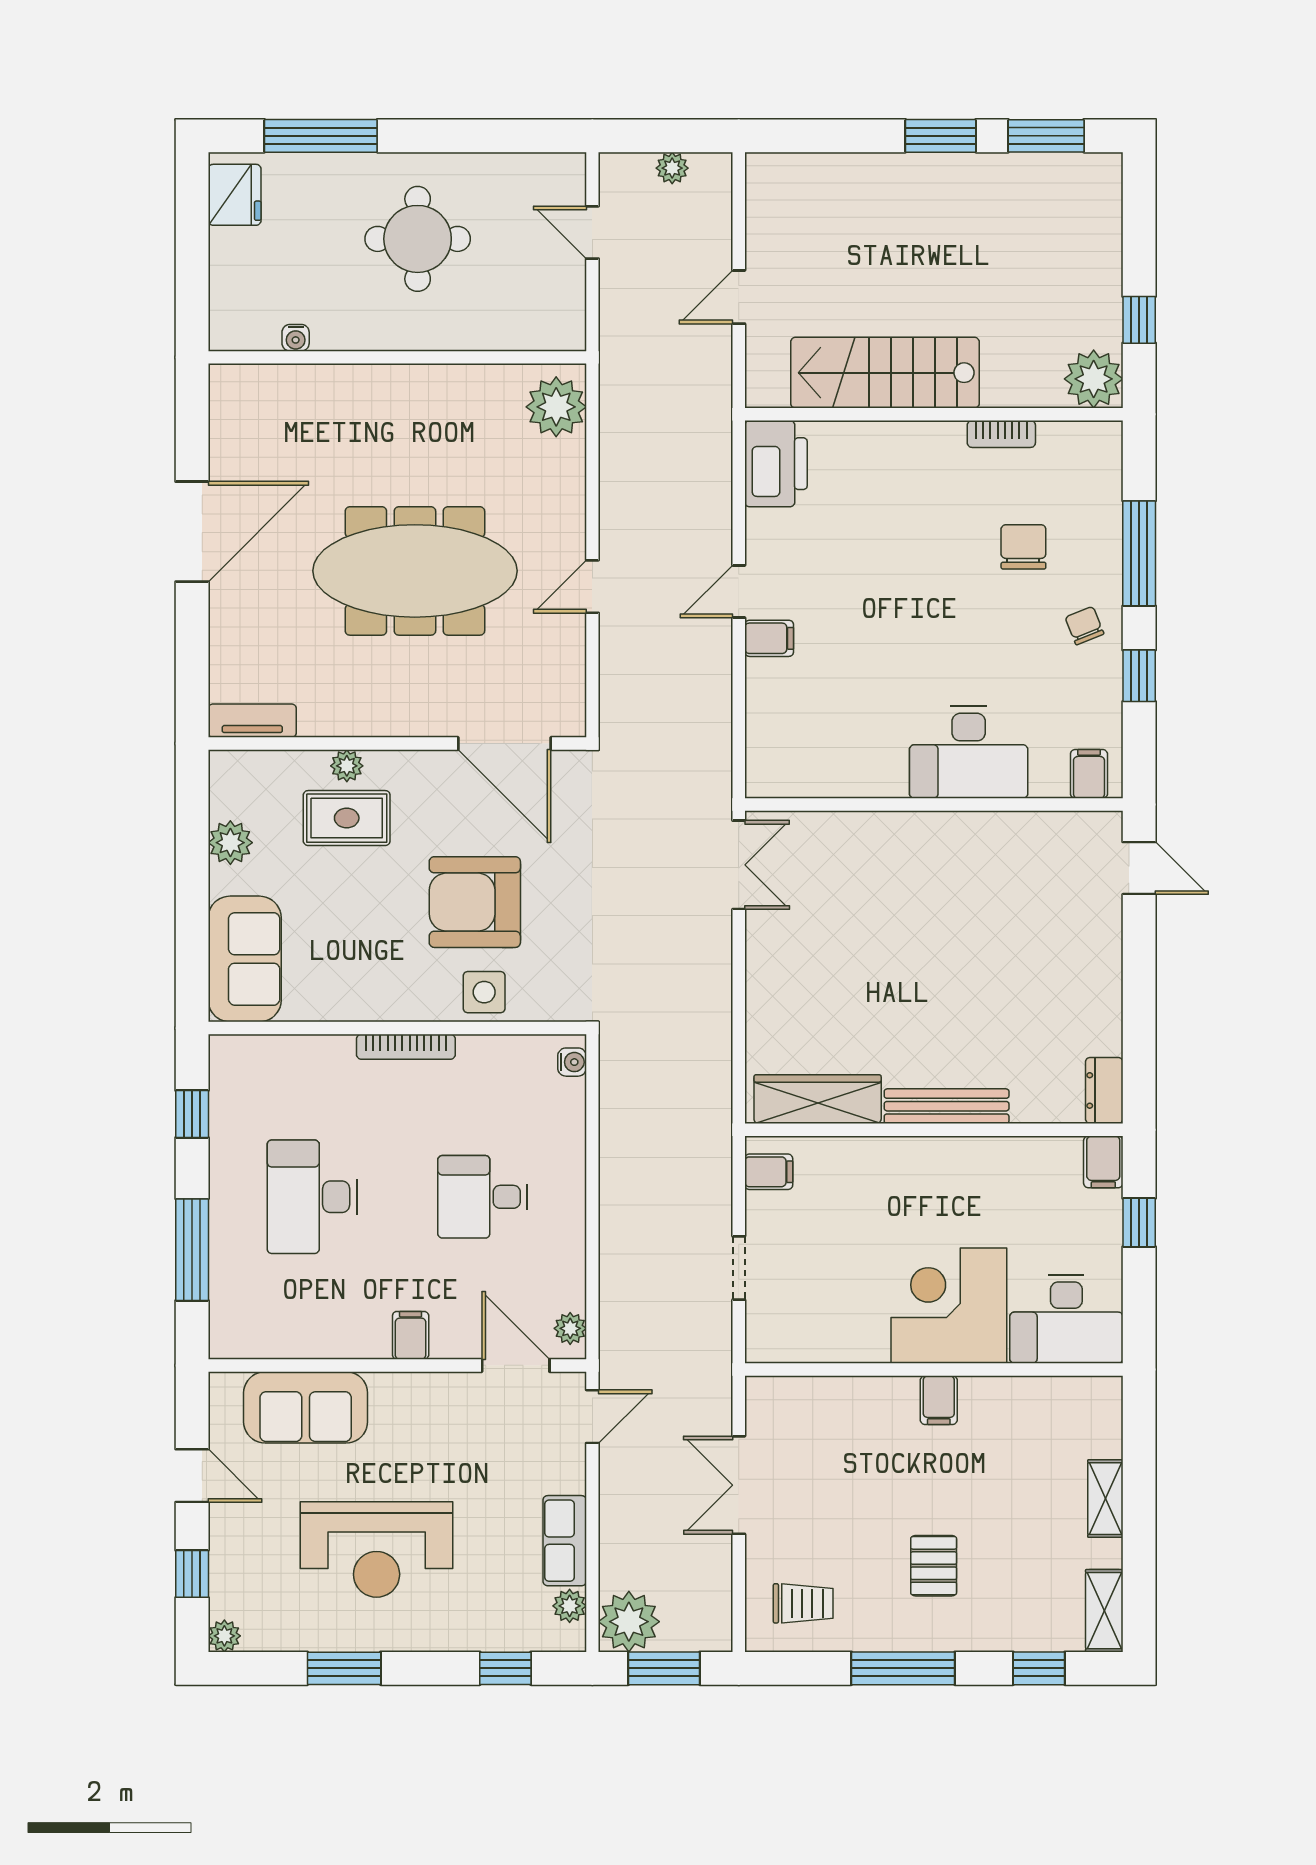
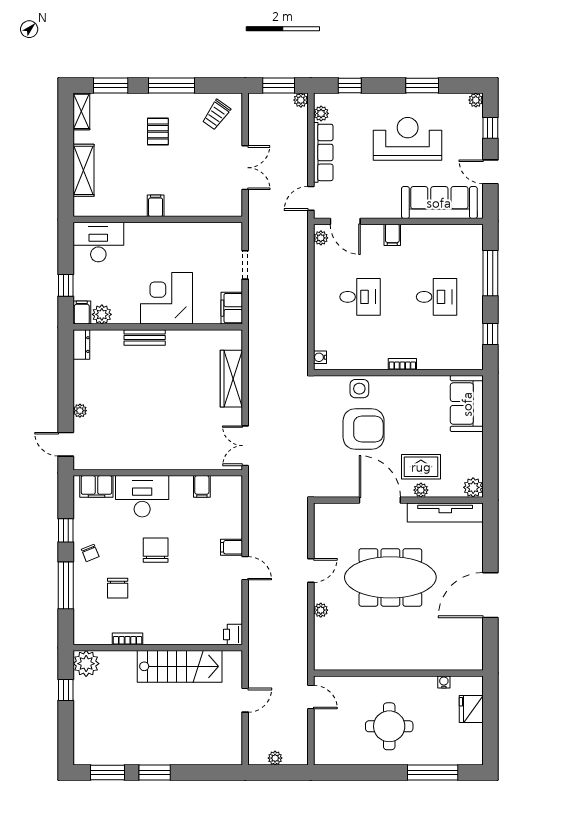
fridge: (235, 195) -> (471, 709), moved
door: (592, 232) -> (311, 697), moved
plant: (556, 407) -> (321, 610), moved, width x0.53, depth x0.53
printer: (776, 464) -> (233, 635), width x0.53, depth x0.68
door: (739, 592) -> (245, 568), hinge flipped
chair: (939, 632) -> (156, 550), added
tv unit: (252, 721) -> (445, 512), width x1.92, depth x1.29
door: (504, 744) -> (380, 500), moved
filing cabinet: (835, 774) -> (202, 486), added
filing cabinet: (1089, 774) -> (96, 486), width x2.00
plant: (230, 843) -> (473, 487), moved
plant: (1108, 943) -> (80, 411), added
bookcase: (406, 1047) -> (402, 364), width x0.64
wardrobe: (818, 1099) -> (231, 379), moved, turned 90
bench: (947, 1106) -> (145, 338), width x0.73
plant: (1059, 1158) -> (102, 314), added
filing cabinet: (769, 1172) -> (232, 308), width x2.00
desk: (312, 1197) -> (437, 297), width x0.73
corner desk: (949, 1306) -> (167, 298), moved, turned 180
sofa: (306, 1407) -> (439, 203), width x1.36
shelving: (1105, 1499) -> (83, 170), width x1.50, depth x1.33
row of seats: (565, 1541) -> (323, 152), width x1.48
trolley: (803, 1603) -> (216, 115), turned -55
plant: (629, 1622) -> (301, 100), width x0.53, depth x0.53
window: (1039, 1668) -> (111, 86), width x1.50

